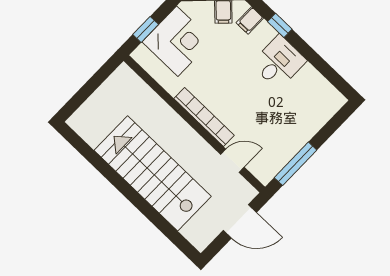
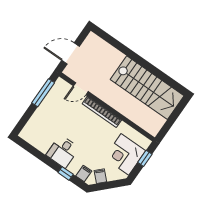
stairs: (153, 173) -> (147, 88), moved

